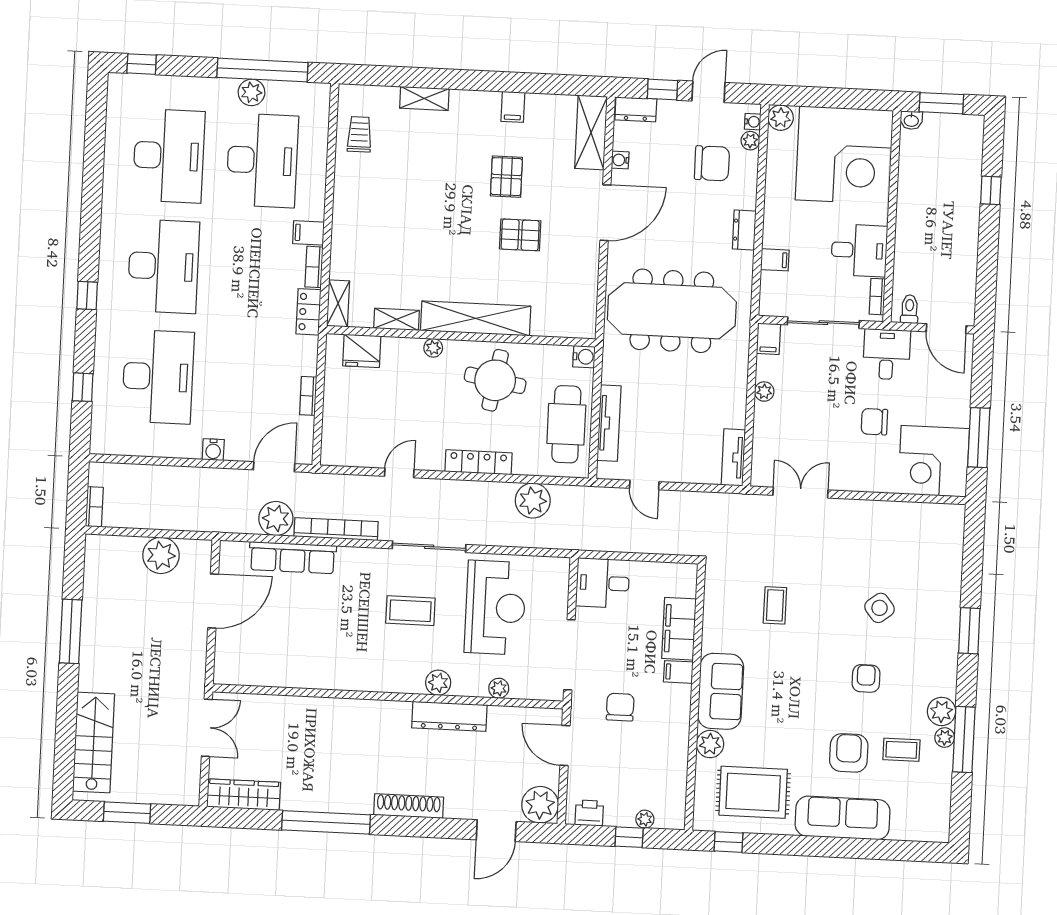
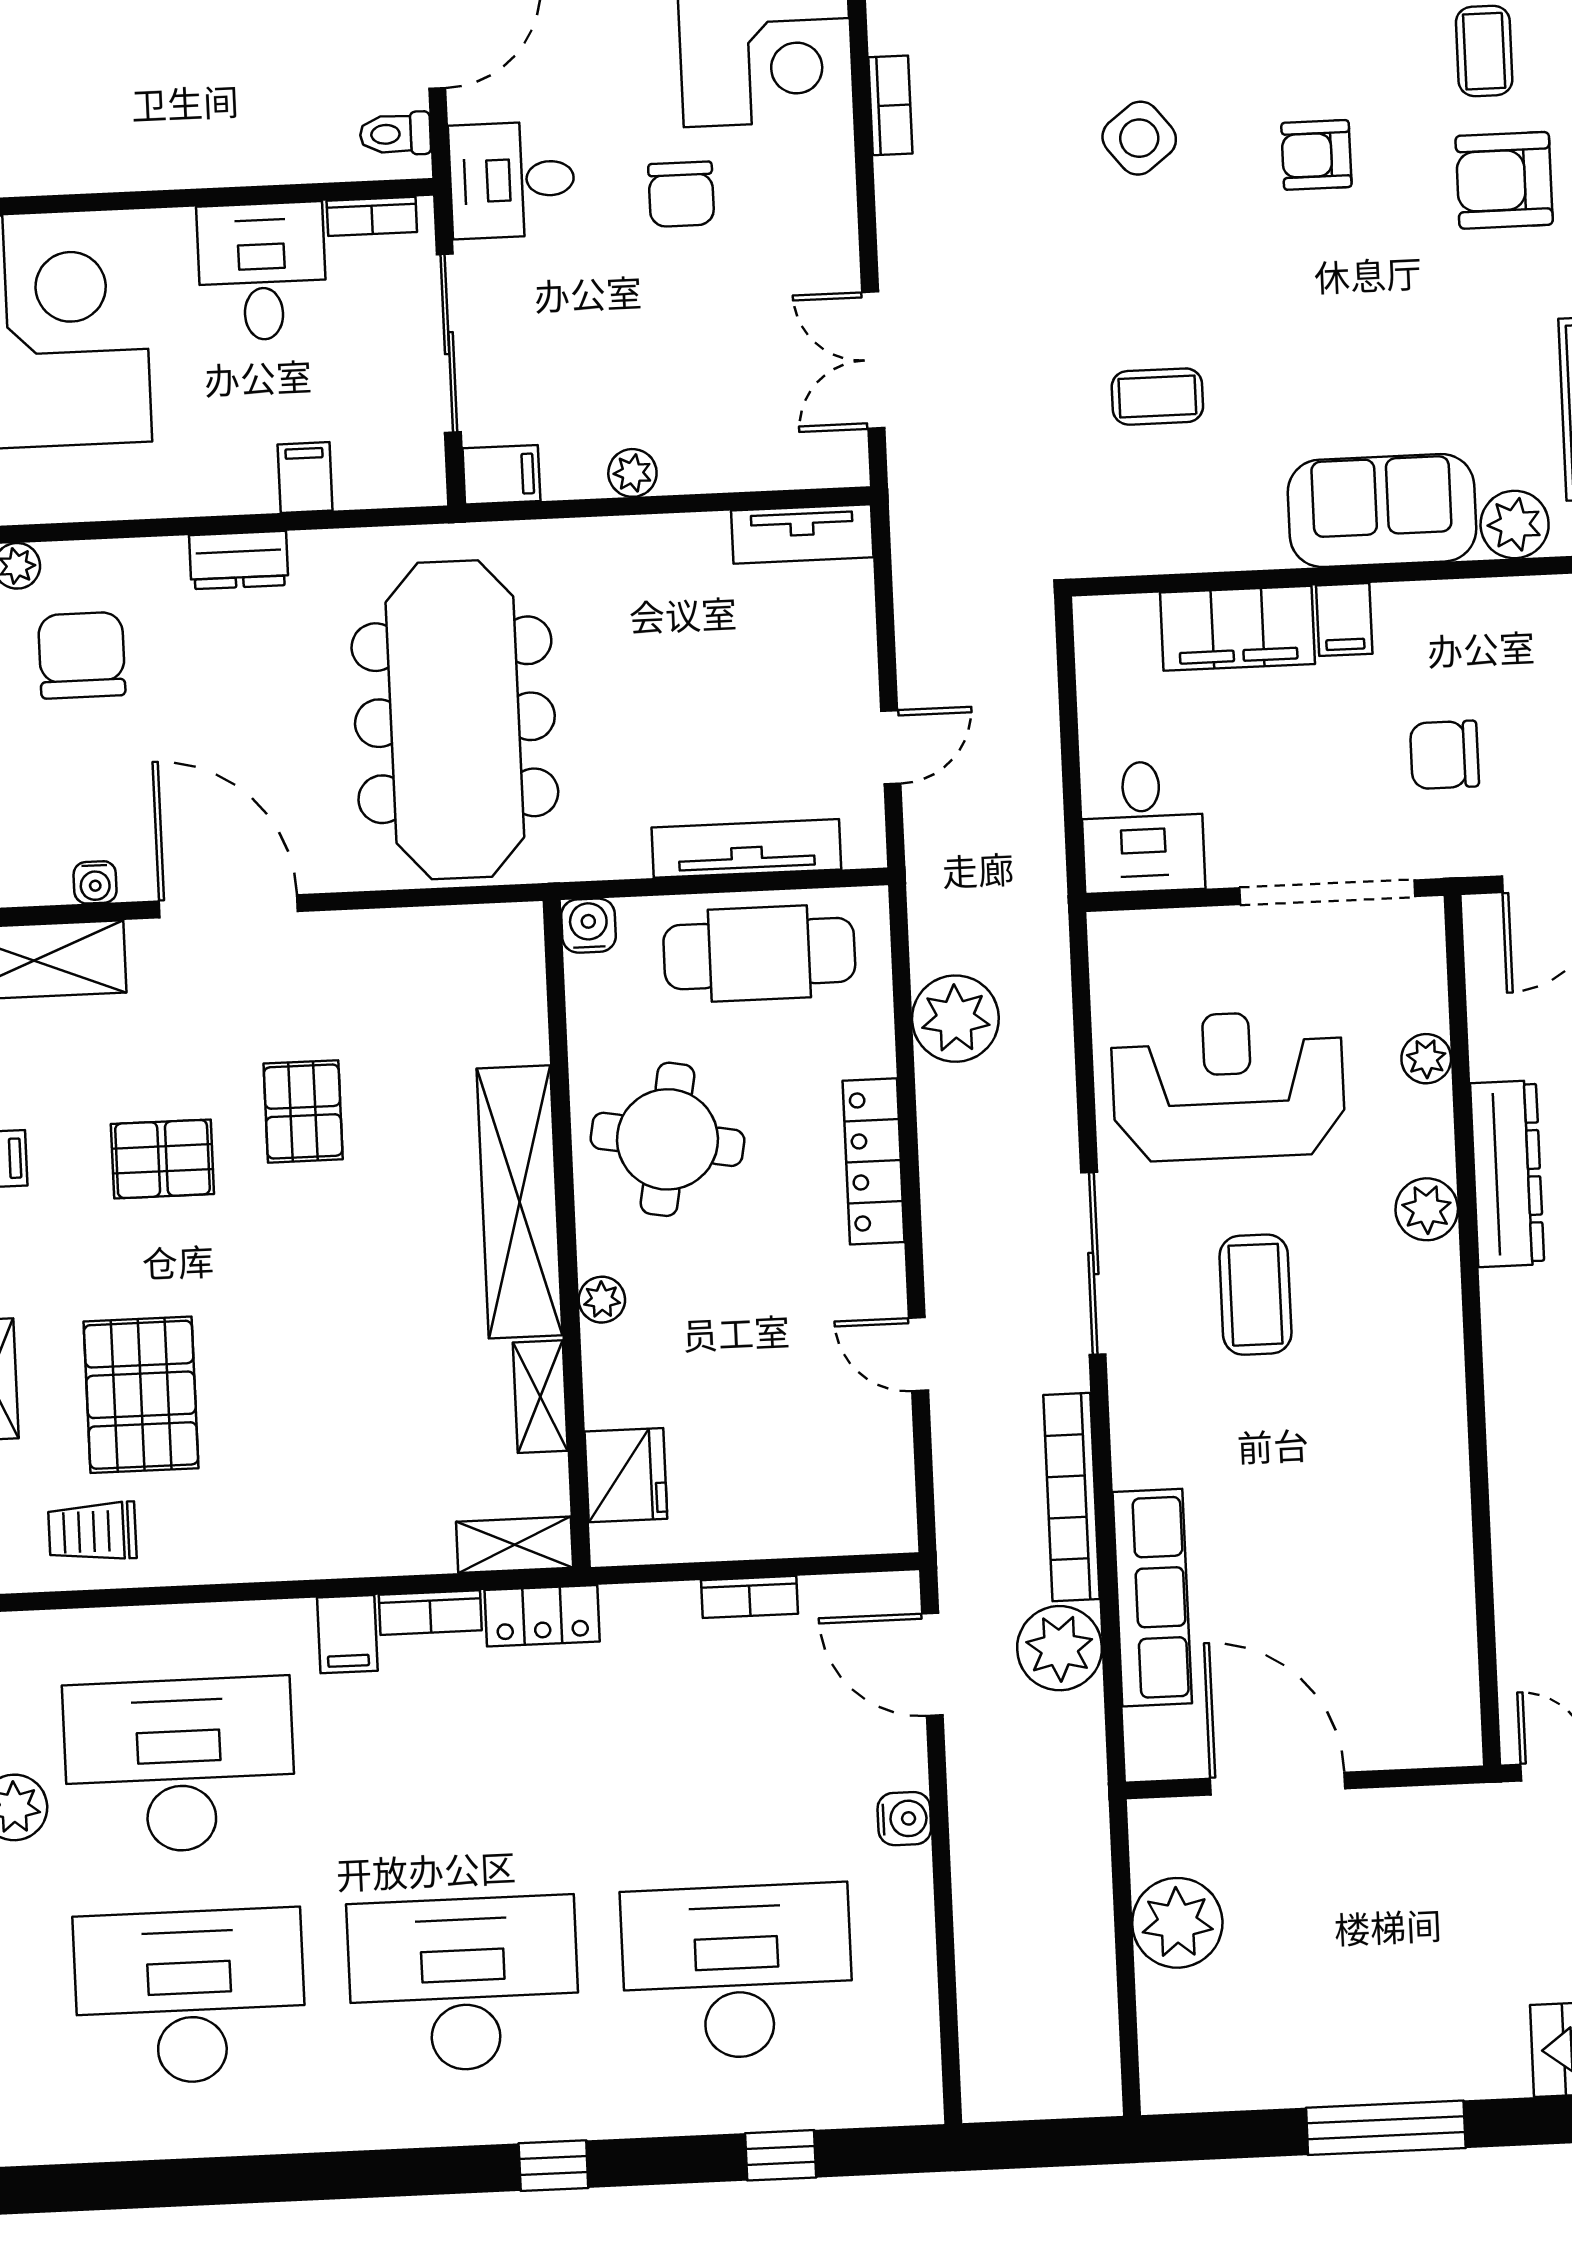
pallet: (412, 159) -> (141, 1395), added
bookcase: (94, 507) -> (890, 105), moved, turned 90

